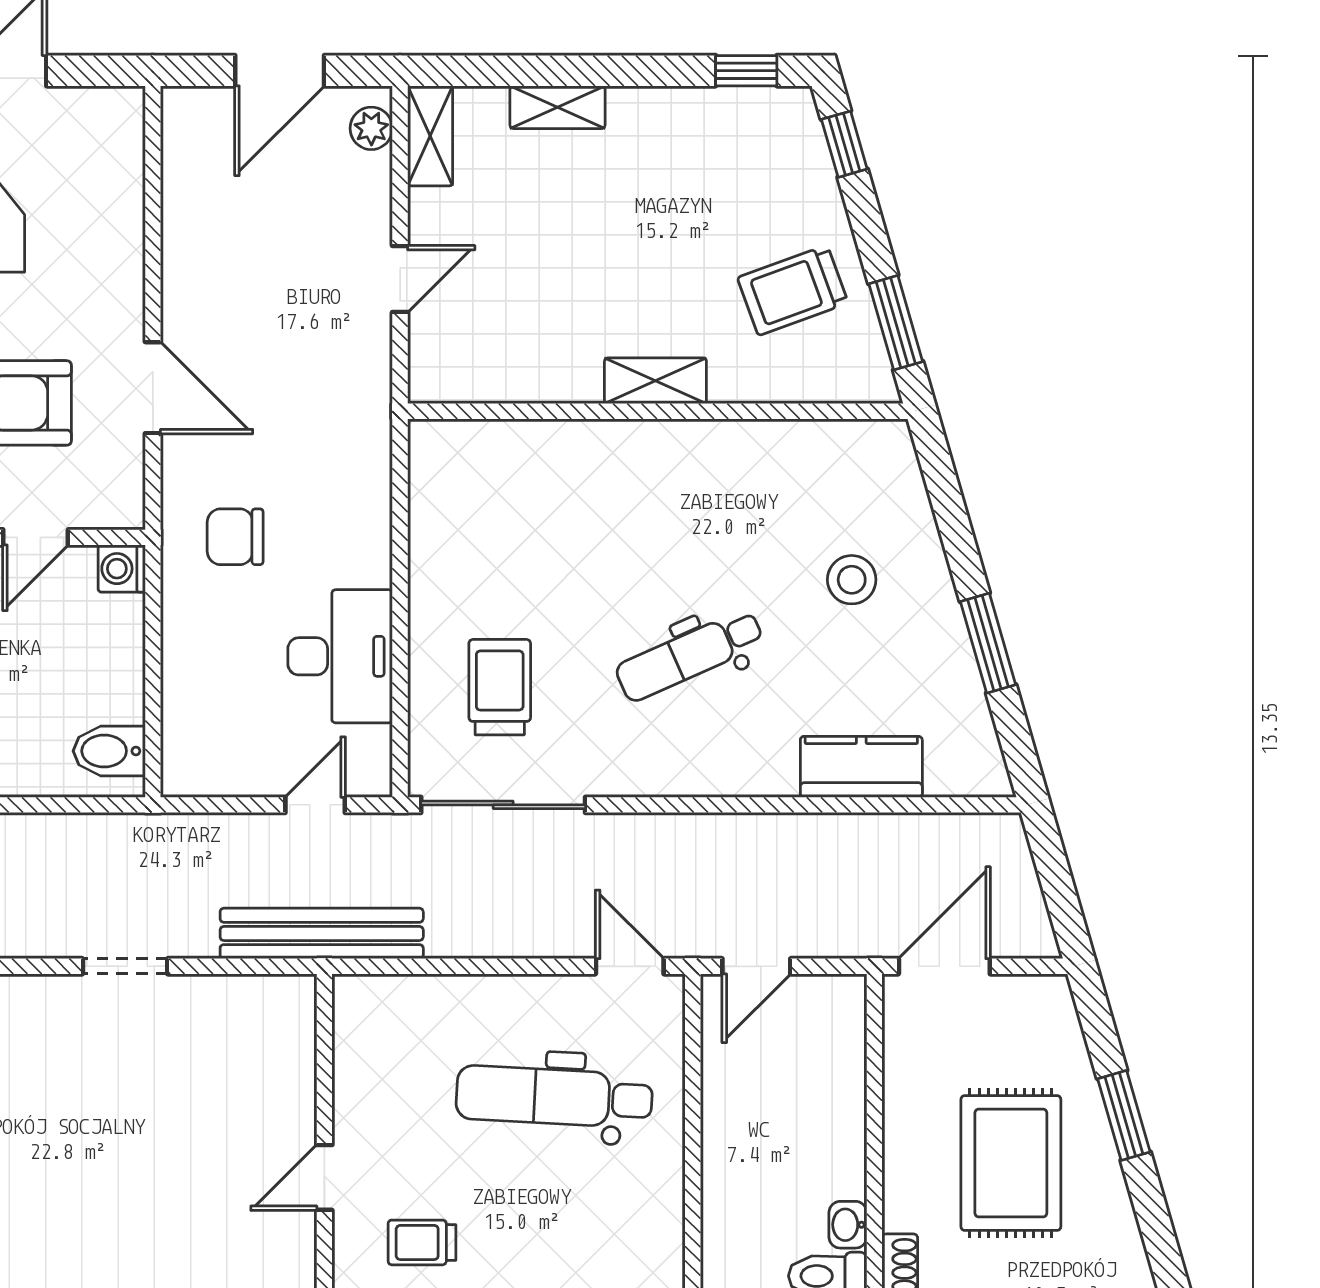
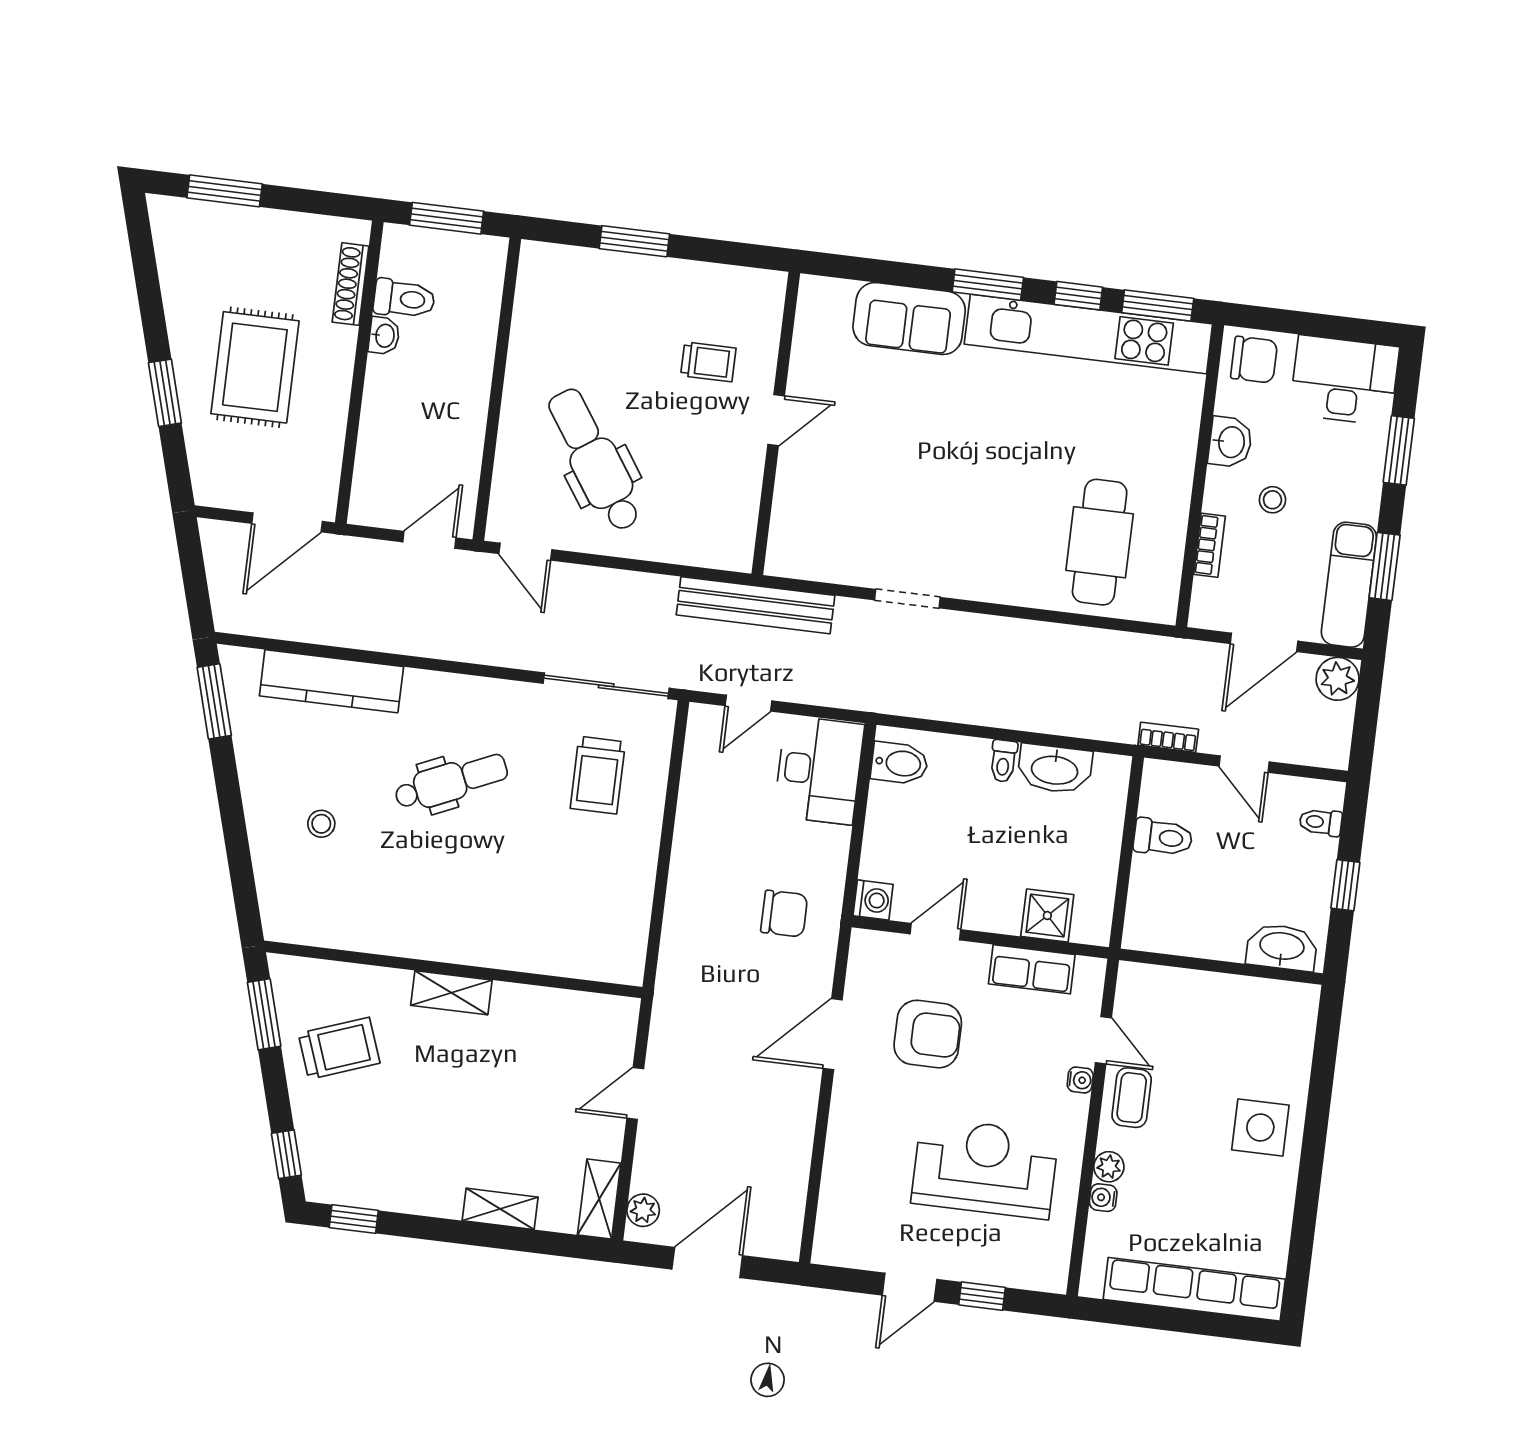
door: (153, 388) -> (833, 1034), hinge flipped
stool: (852, 580) -> (321, 824), width x0.73, depth x0.73
window: (988, 643) -> (214, 701), moved
desk: (340, 656) -> (819, 770), moved, turned 180
kitchen counter: (861, 767) -> (331, 681), width x1.50
dental chair: (554, 1097) -> (595, 460), turned -127

